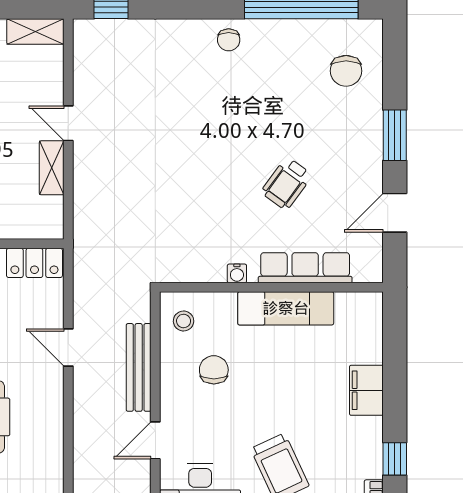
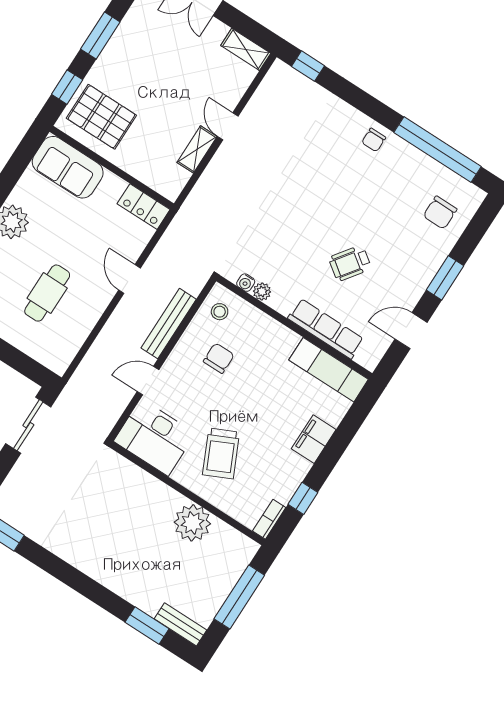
plant: (214, 272) -> (262, 292), added
water cooler: (237, 273) -> (246, 283), moved
exam couch: (286, 308) -> (329, 370), moved

